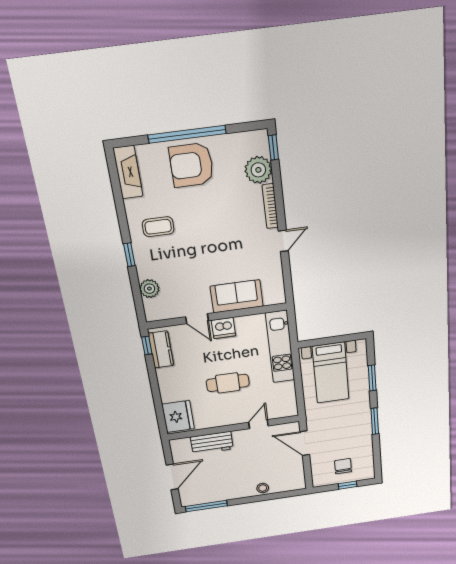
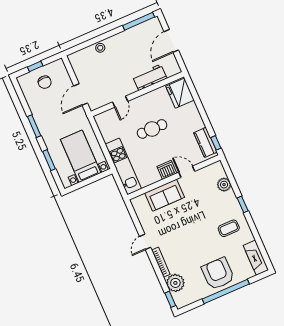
armchair: (191, 165) -> (218, 274), turned -90
door: (305, 443) -> (81, 94), swing flipped

